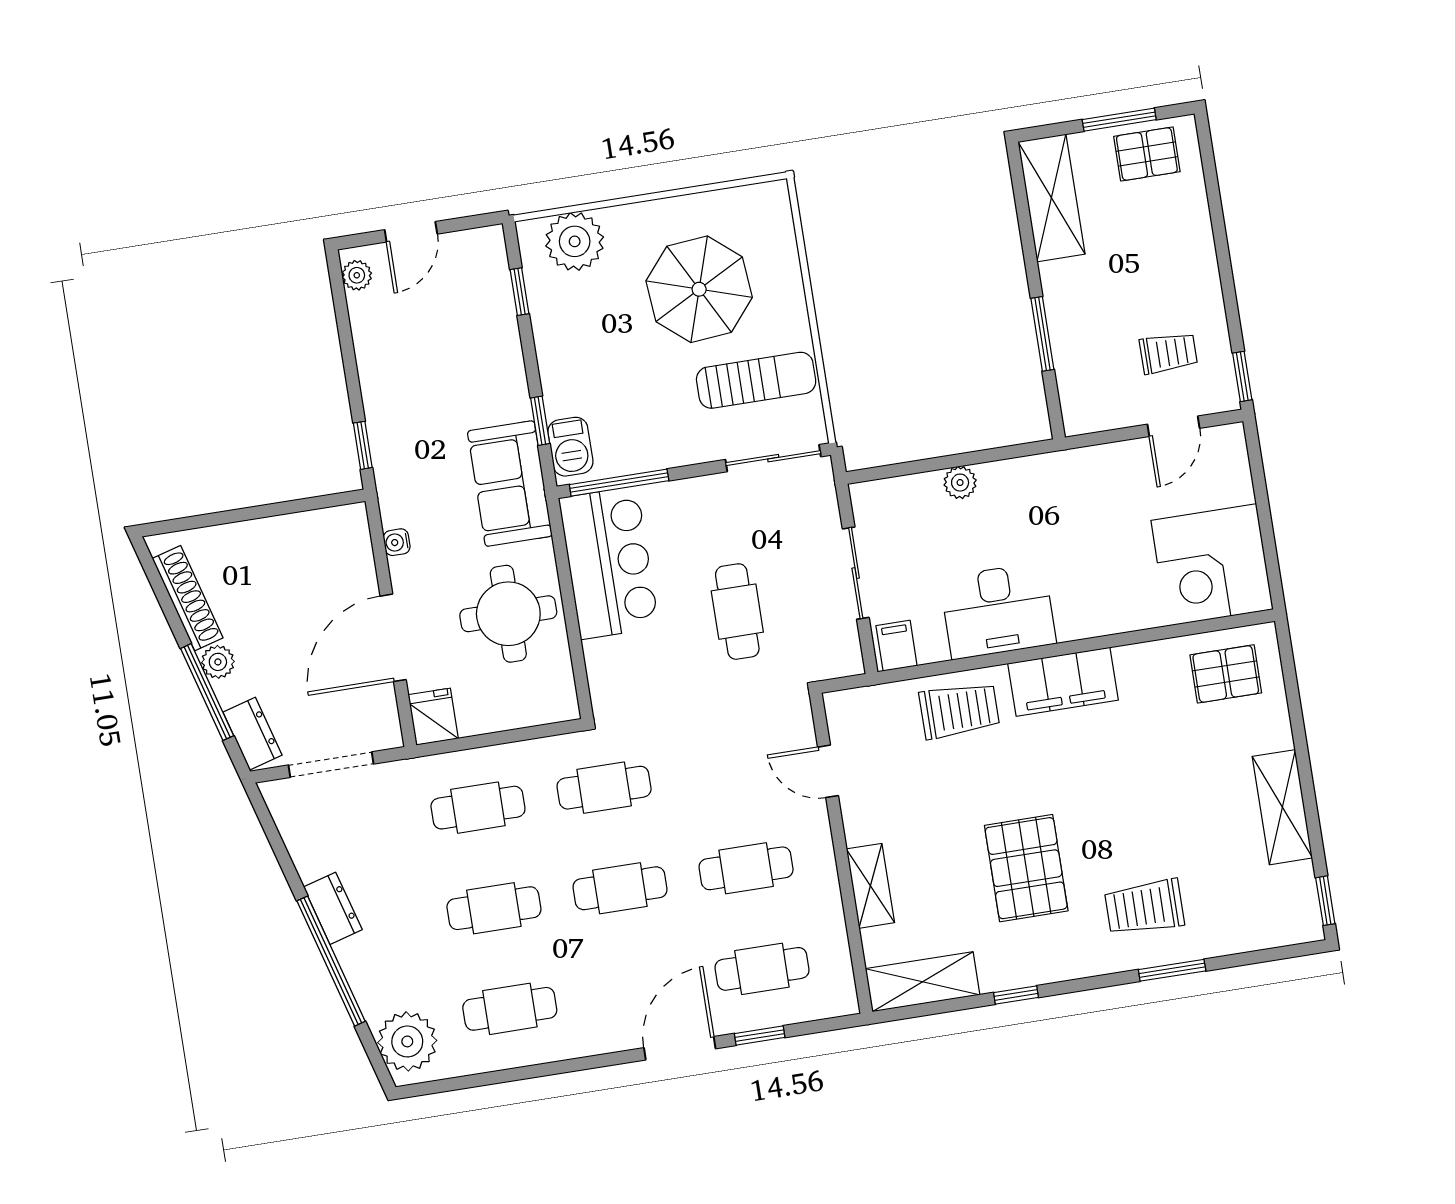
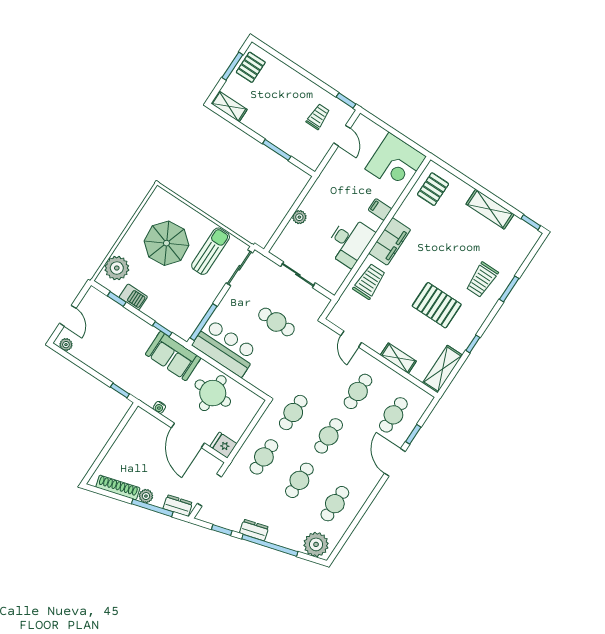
shelving: (1051, 198) -> (229, 106), width x0.67, depth x0.75
barbecue: (570, 447) -> (133, 297), moved
filing cabinet: (897, 646) -> (380, 209), moved
door: (828, 771) -> (351, 339), hinge flipped
window: (280, 851) -> (222, 530), added

